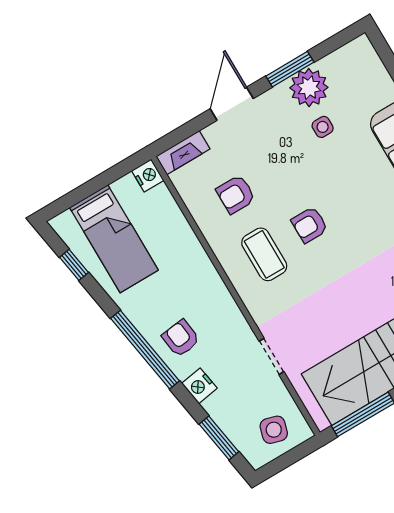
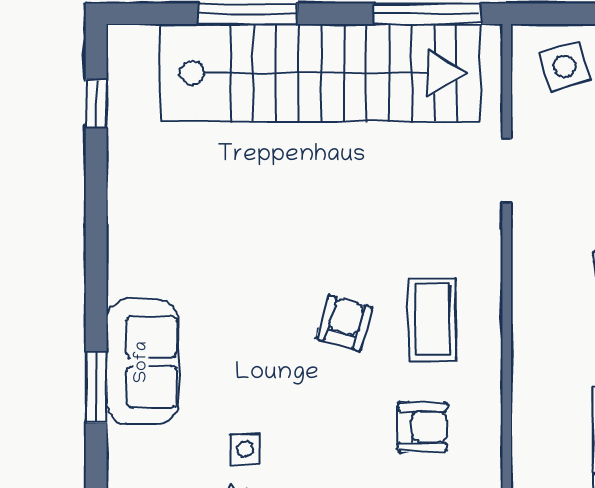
armchair: (310, 225) -> (344, 323), turned -74
side table: (274, 430) -> (565, 66), turned -33

